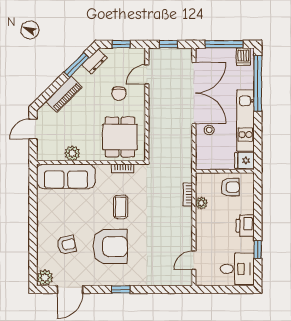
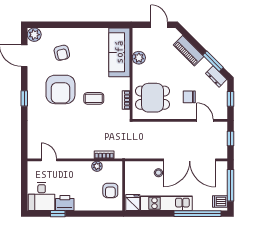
printer: (245, 226) -> (65, 203), moved

